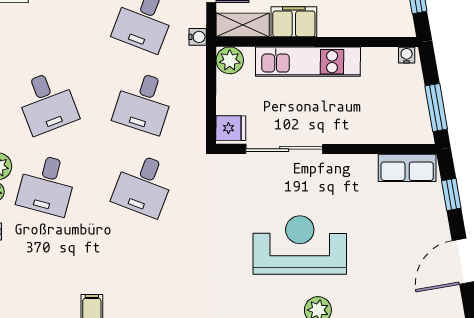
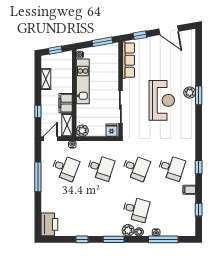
kitchen unit: (308, 62) -> (83, 81), moved
desk: (47, 102) -> (171, 168), moved, turned 39
row of seats: (407, 168) -> (128, 60), width x1.48
reception desk: (300, 245) -> (162, 100), turned 180

